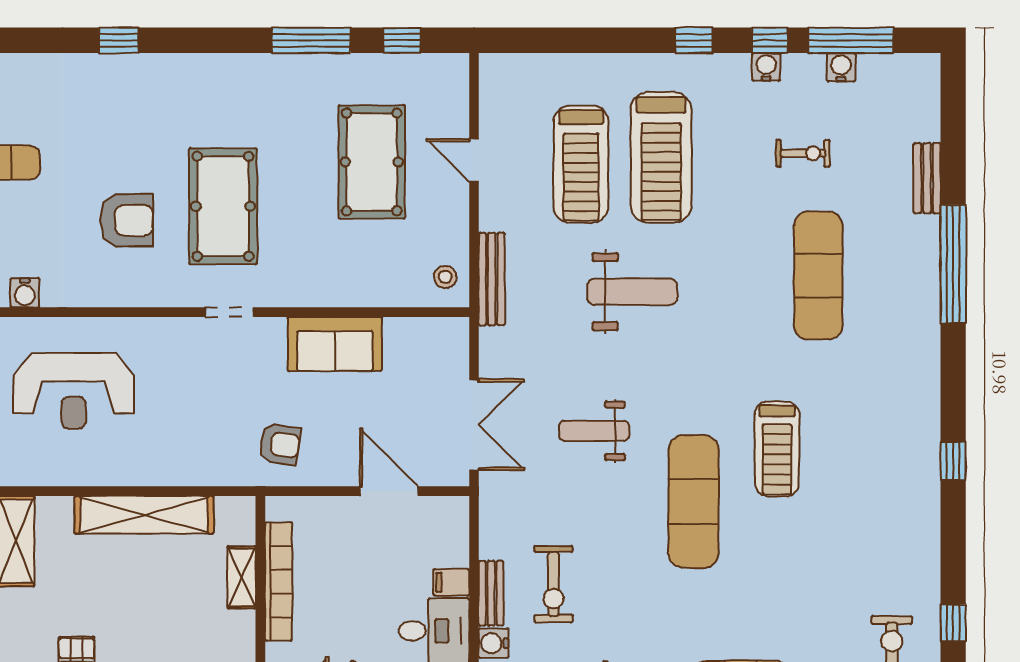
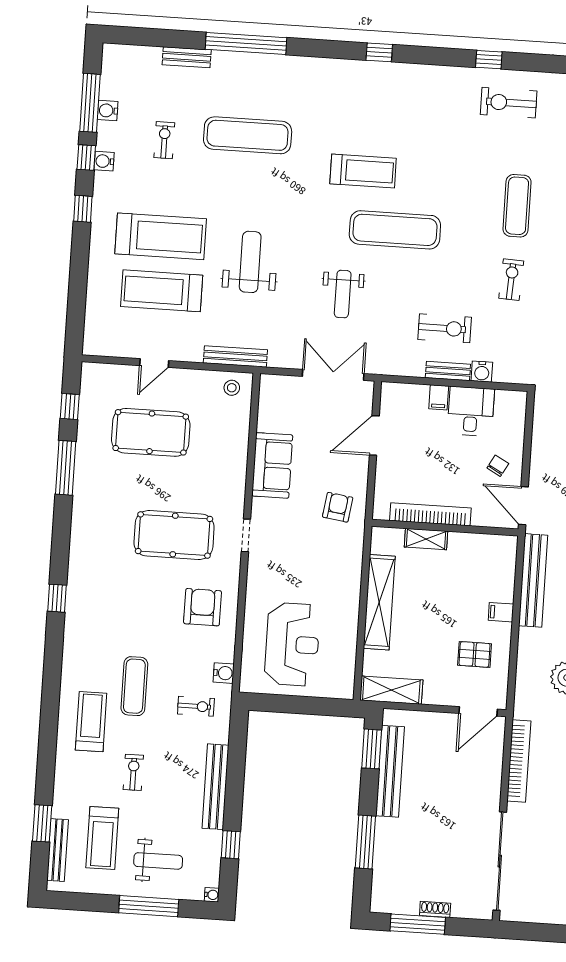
treadmill: (581, 164) -> (162, 291), turned 180
armchair: (127, 220) -> (202, 607), moved

